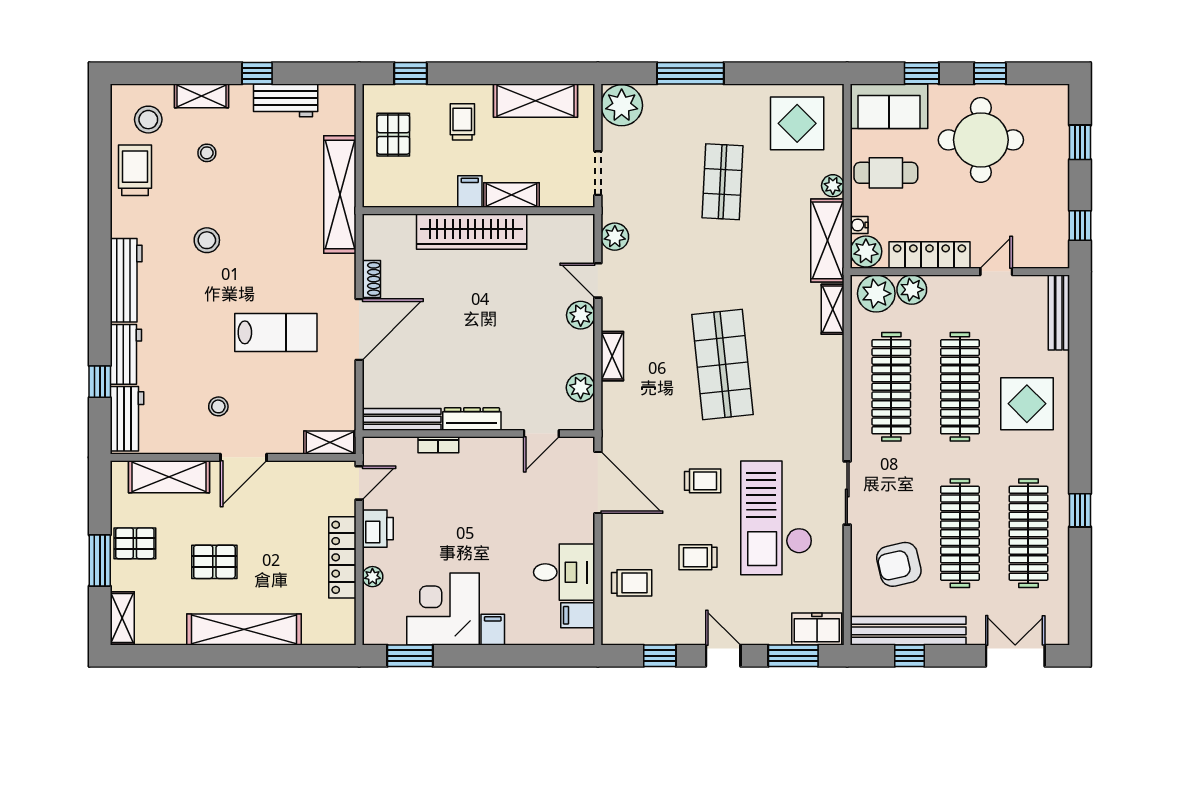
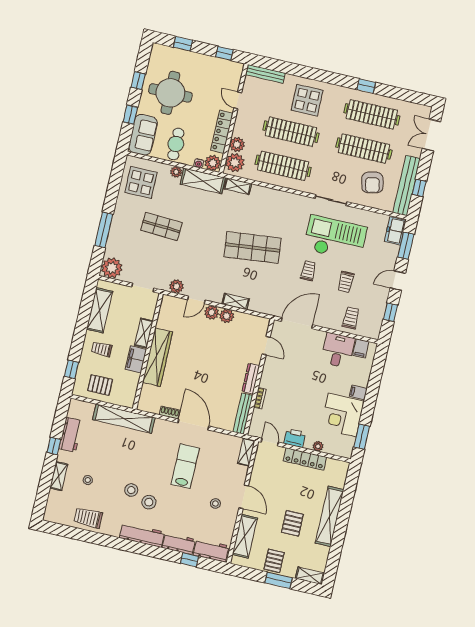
stool: (148, 120) -> (149, 502), moved
filing cabinet: (470, 191) -> (136, 359), width x2.00
plant: (581, 388) -> (227, 316), moved
checkout: (776, 518) -> (335, 238), turned 180

